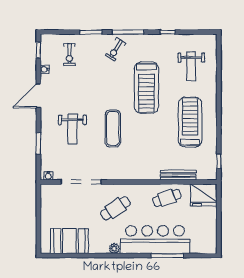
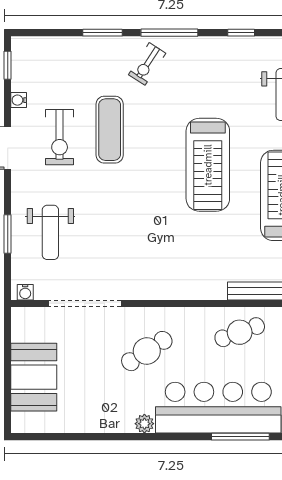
exercise bike: (69, 55) -> (60, 137), moved, width x1.38, depth x1.39
treadmill: (146, 88) -> (208, 165), moved
weight bench: (72, 129) -> (50, 232), moved
exercise mat: (113, 129) -> (110, 130), moved
booth: (70, 241) -> (34, 377), moved, turned 90

